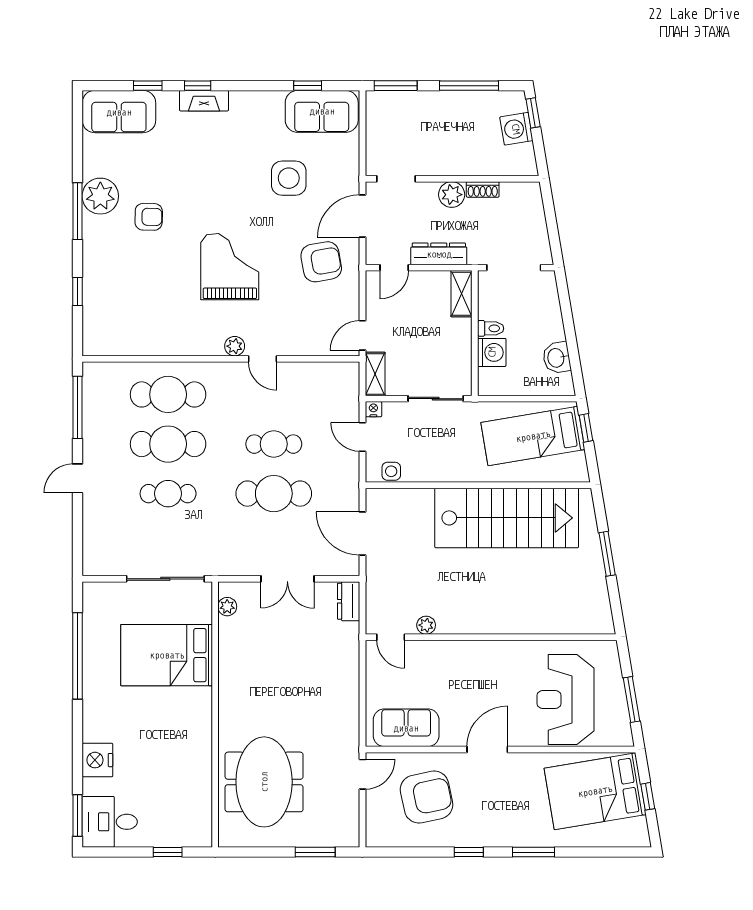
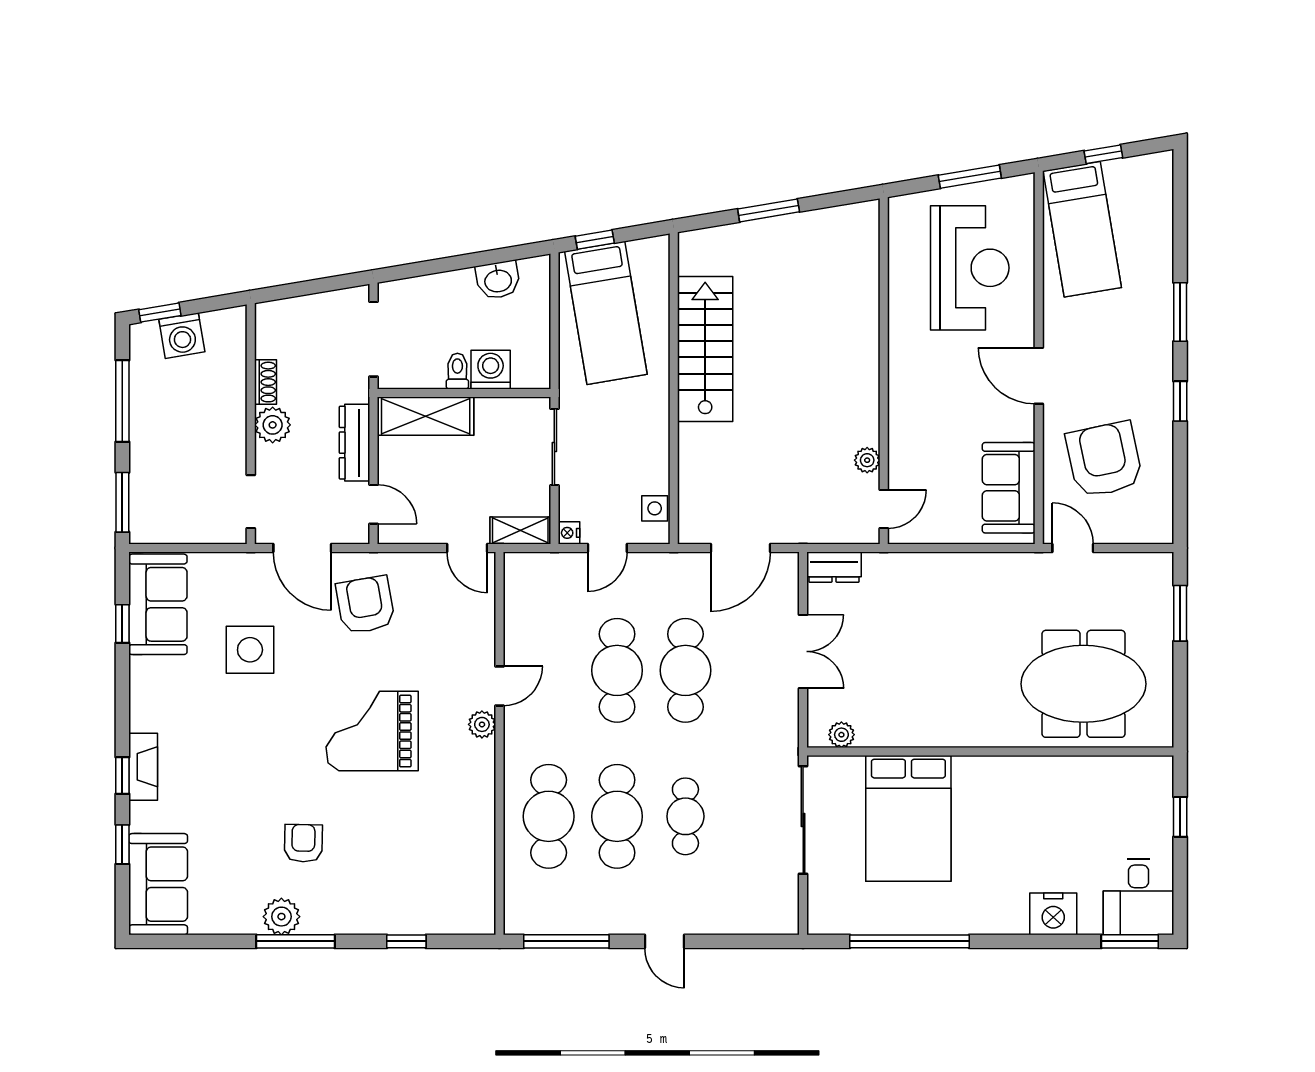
plant: (100, 196) -> (281, 917), width x0.73, depth x0.73
shelving: (461, 294) -> (426, 416), width x1.50, depth x1.33
cafe table: (274, 444) -> (617, 670), width x1.37, depth x1.35
stairs: (507, 518) -> (705, 349), width x0.73, depth x0.66
reception desk: (565, 700) -> (970, 268), turned -90
bed: (595, 791) -> (1082, 229), width x0.67

